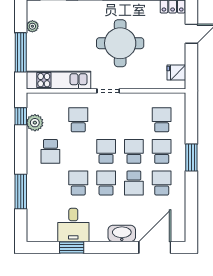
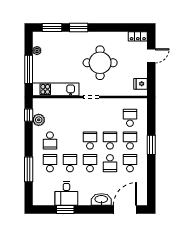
school desk: (78, 120) -> (50, 163), moved

